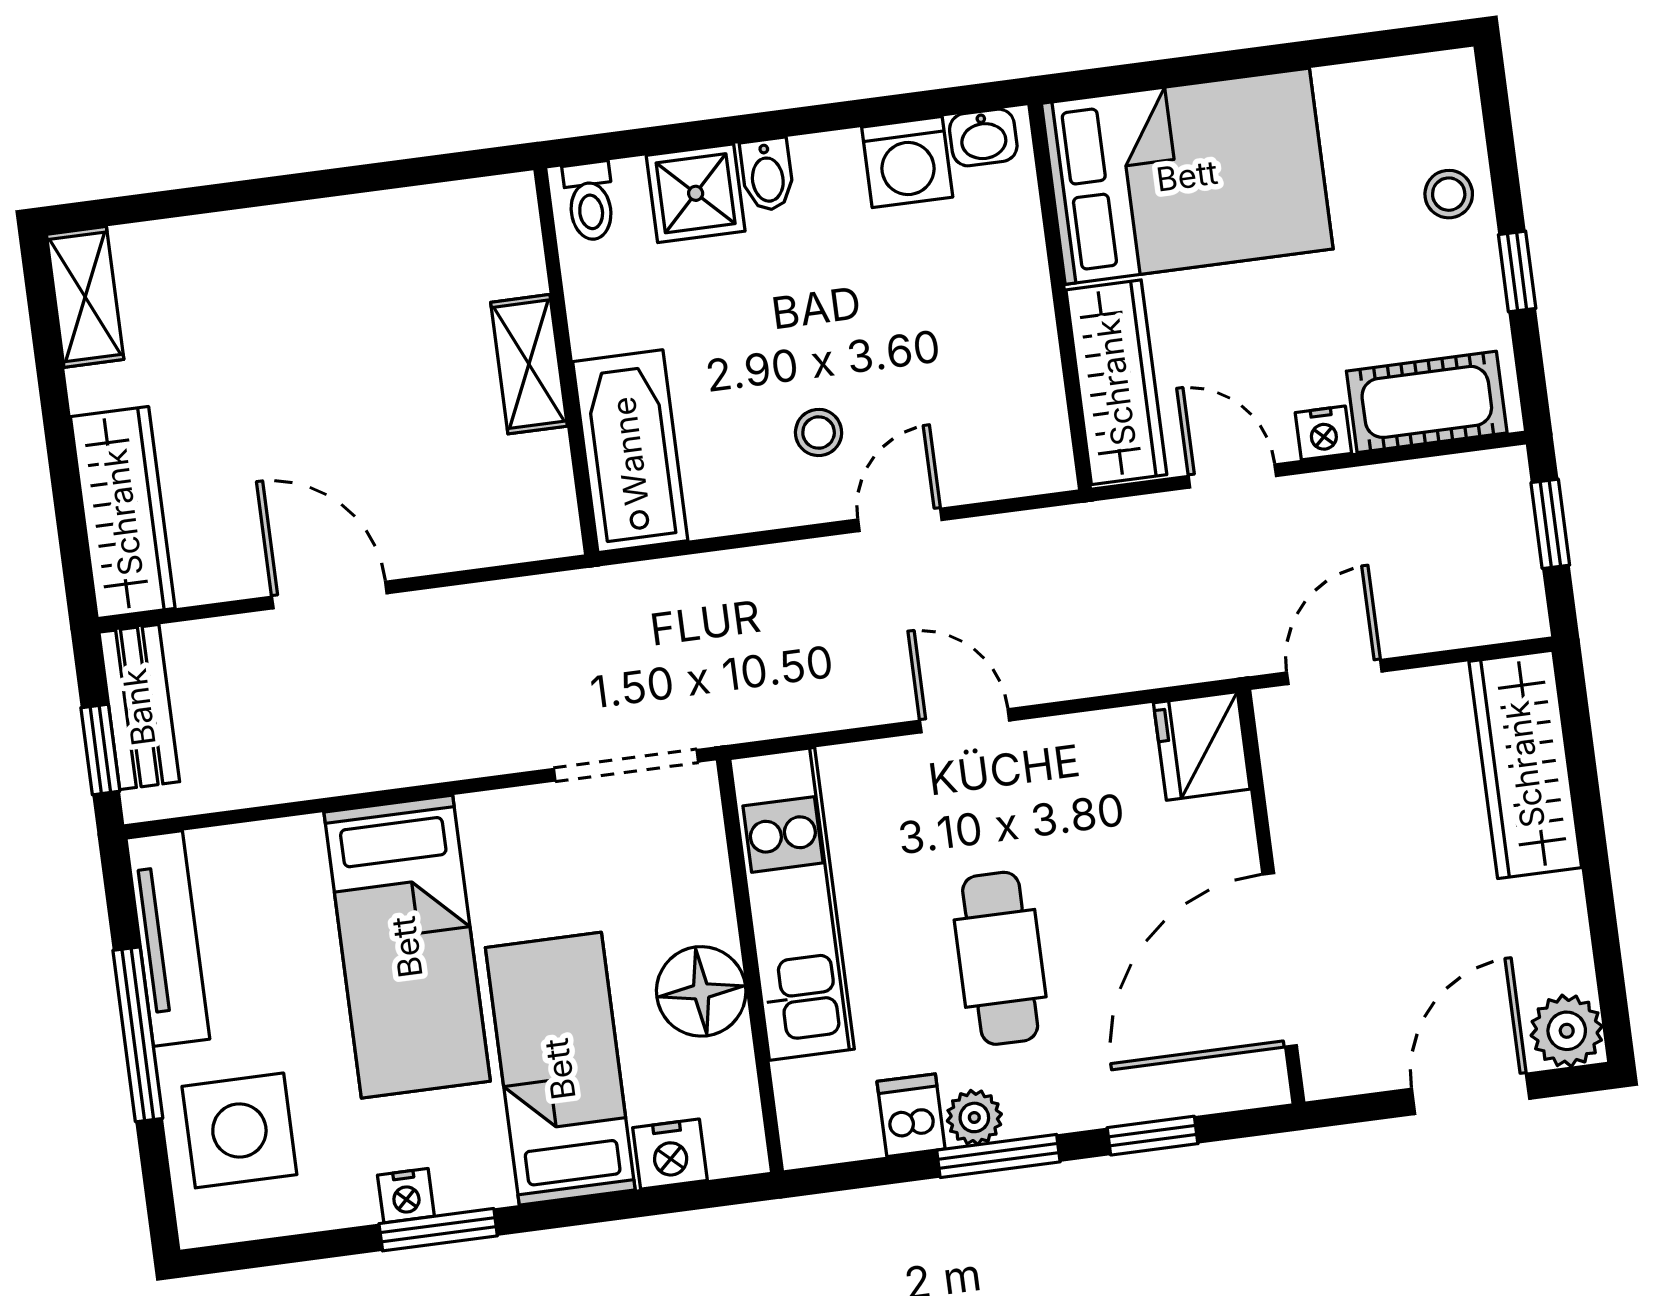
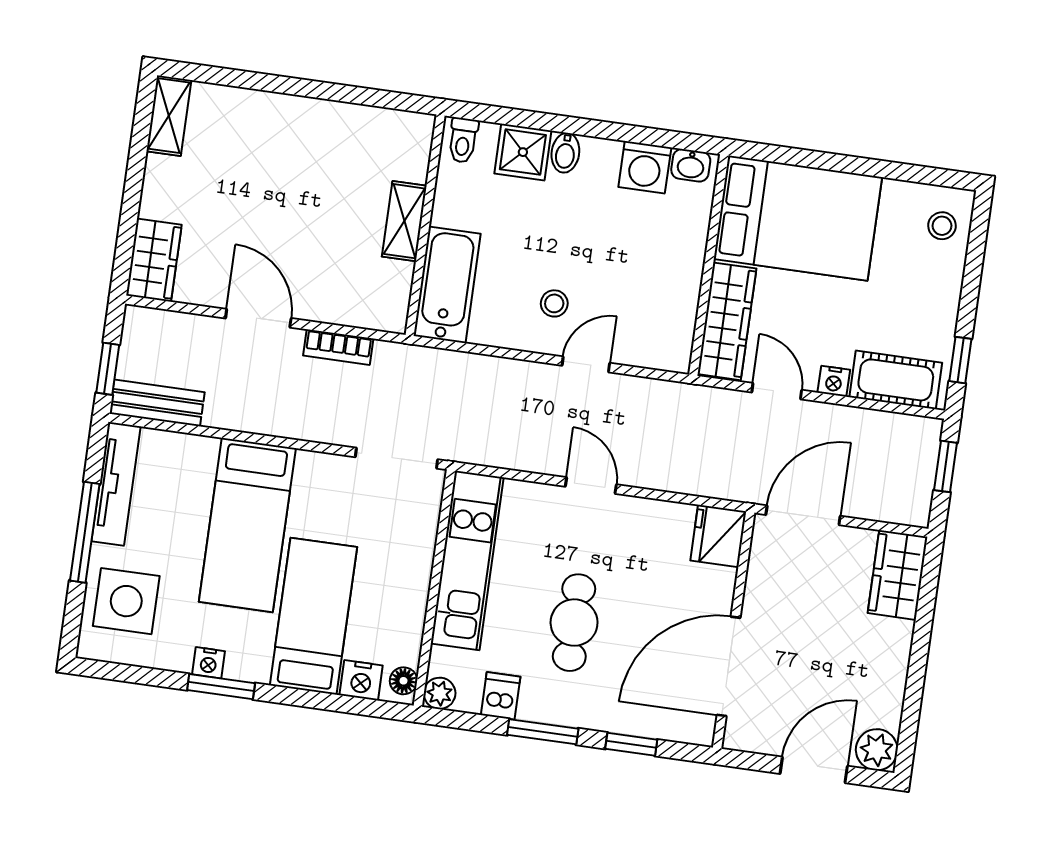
stool: (1449, 194) -> (942, 226), moved
window: (1517, 271) -> (960, 360), moved
wardrobe: (123, 512) -> (154, 260), width x0.67
bookcase: (477, 606) -> (338, 347), added
door: (1334, 672) -> (803, 515), width x1.38
bench: (139, 707) -> (157, 403), moved, turned 90
wardrobe: (1525, 764) -> (898, 575), width x0.67
floor lamp: (701, 991) -> (404, 681), moved, width x0.53, depth x0.53
plant: (974, 1117) -> (440, 693), moved

